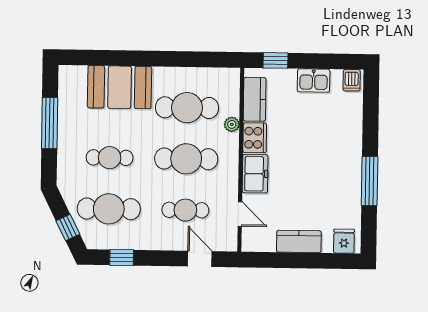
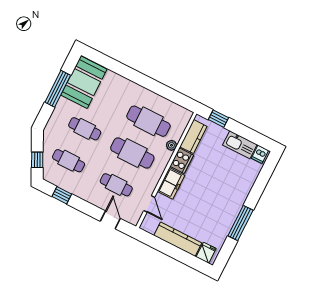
kitchen sink: (314, 81) -> (240, 145), width x1.38
booth: (120, 87) -> (84, 82), moved, turned 90
cafe table: (109, 209) -> (69, 161), width x0.73, depth x0.74
kitchen counter: (299, 241) -> (178, 239), width x1.50

